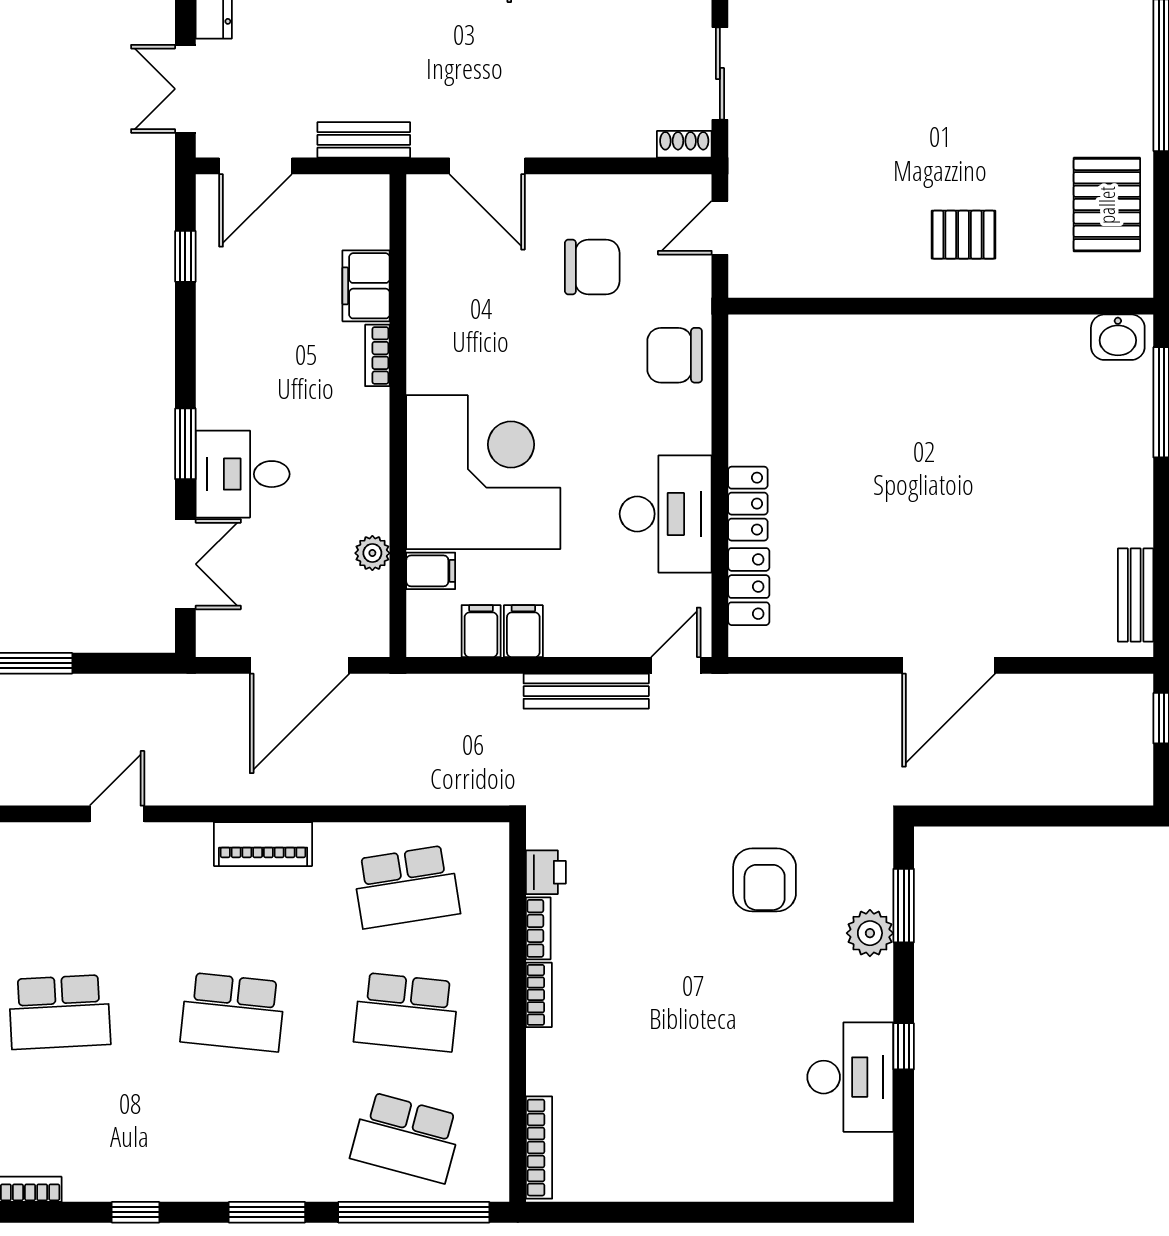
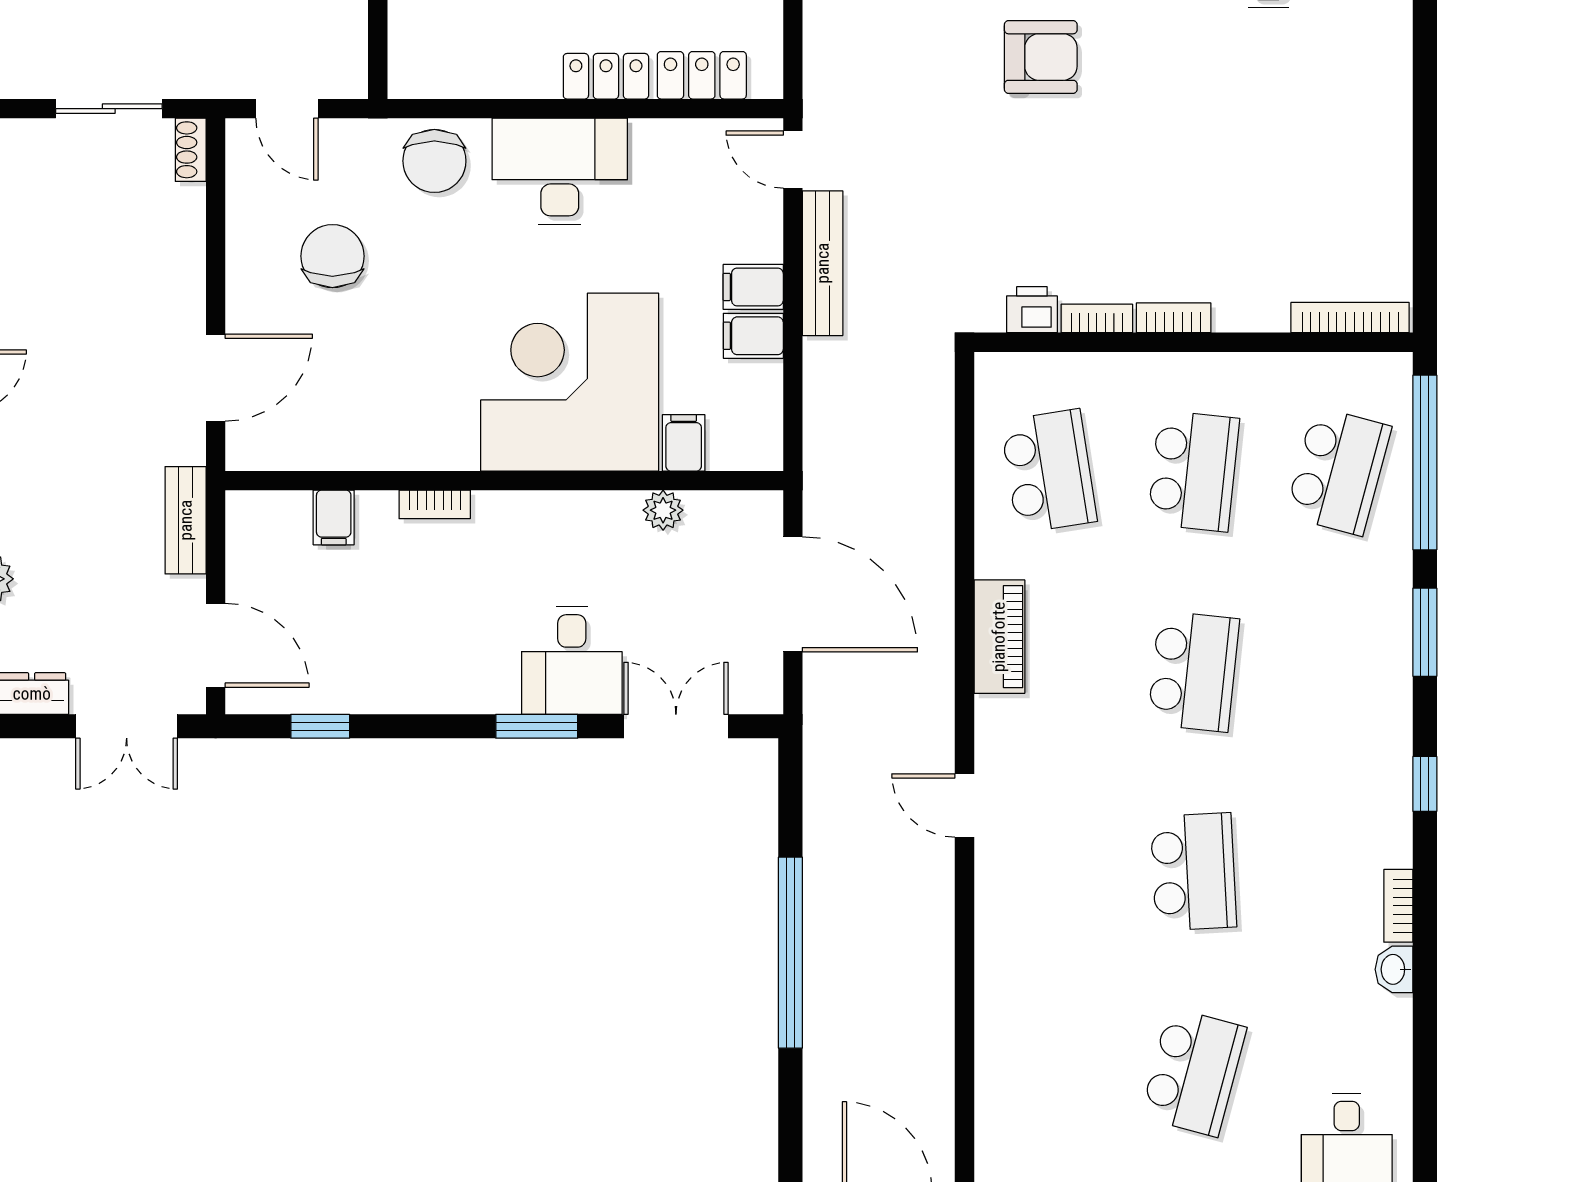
filing cabinet: (366, 286) -> (334, 518), width x0.50
desk: (666, 514) -> (560, 171), moved
filing cabinet: (481, 631) -> (753, 287), moved

